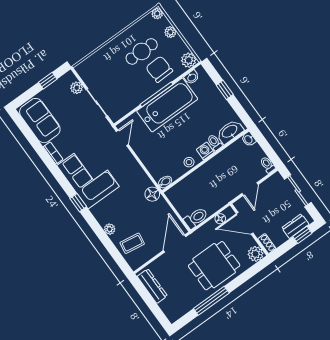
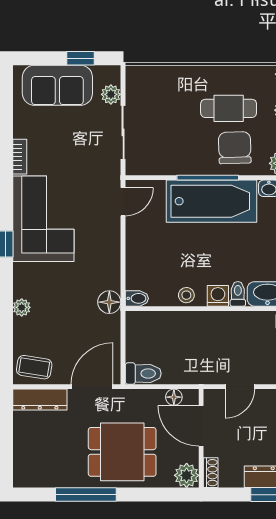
sofa: (40, 121) -> (57, 85), moved, turned 90
coffee table: (132, 243) -> (34, 367), moved
dresser: (152, 286) -> (40, 400), moved, turned 90

